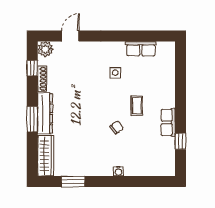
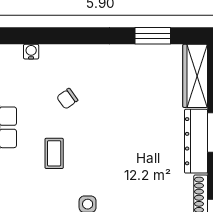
chair: (117, 127) -> (67, 99), moved
water cooler: (118, 171) -> (31, 52), moved

